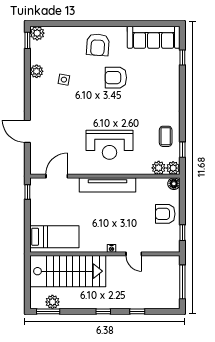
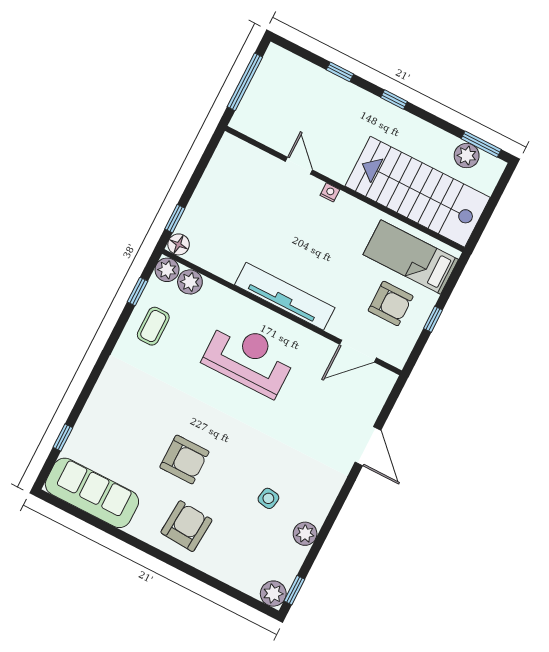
window: (27, 192) -> (433, 319), moved
armchair: (165, 214) -> (391, 303), moved
window: (182, 233) -> (175, 219), moved

